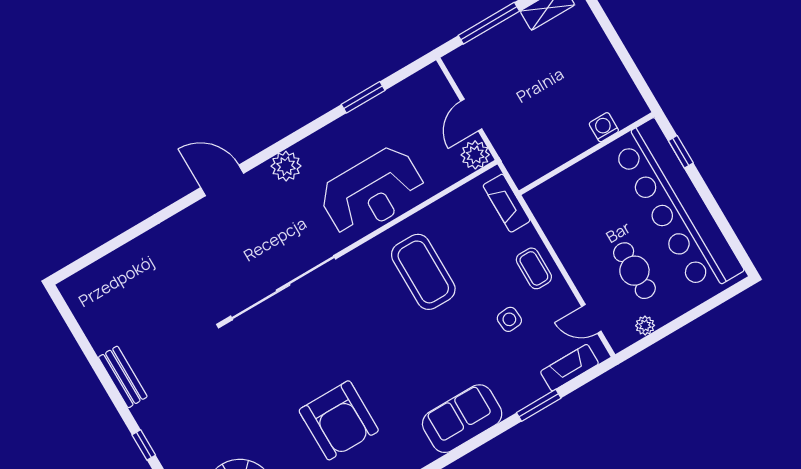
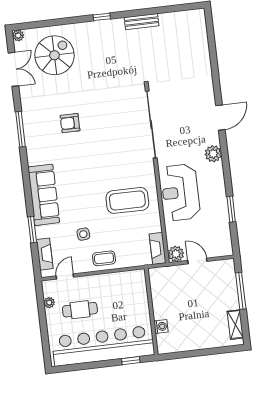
fireplace: (507, 203) -> (158, 248), moved, turned -90
sofa: (462, 419) -> (44, 195), width x1.36
armchair: (339, 420) -> (70, 123), width x0.53, depth x0.53

